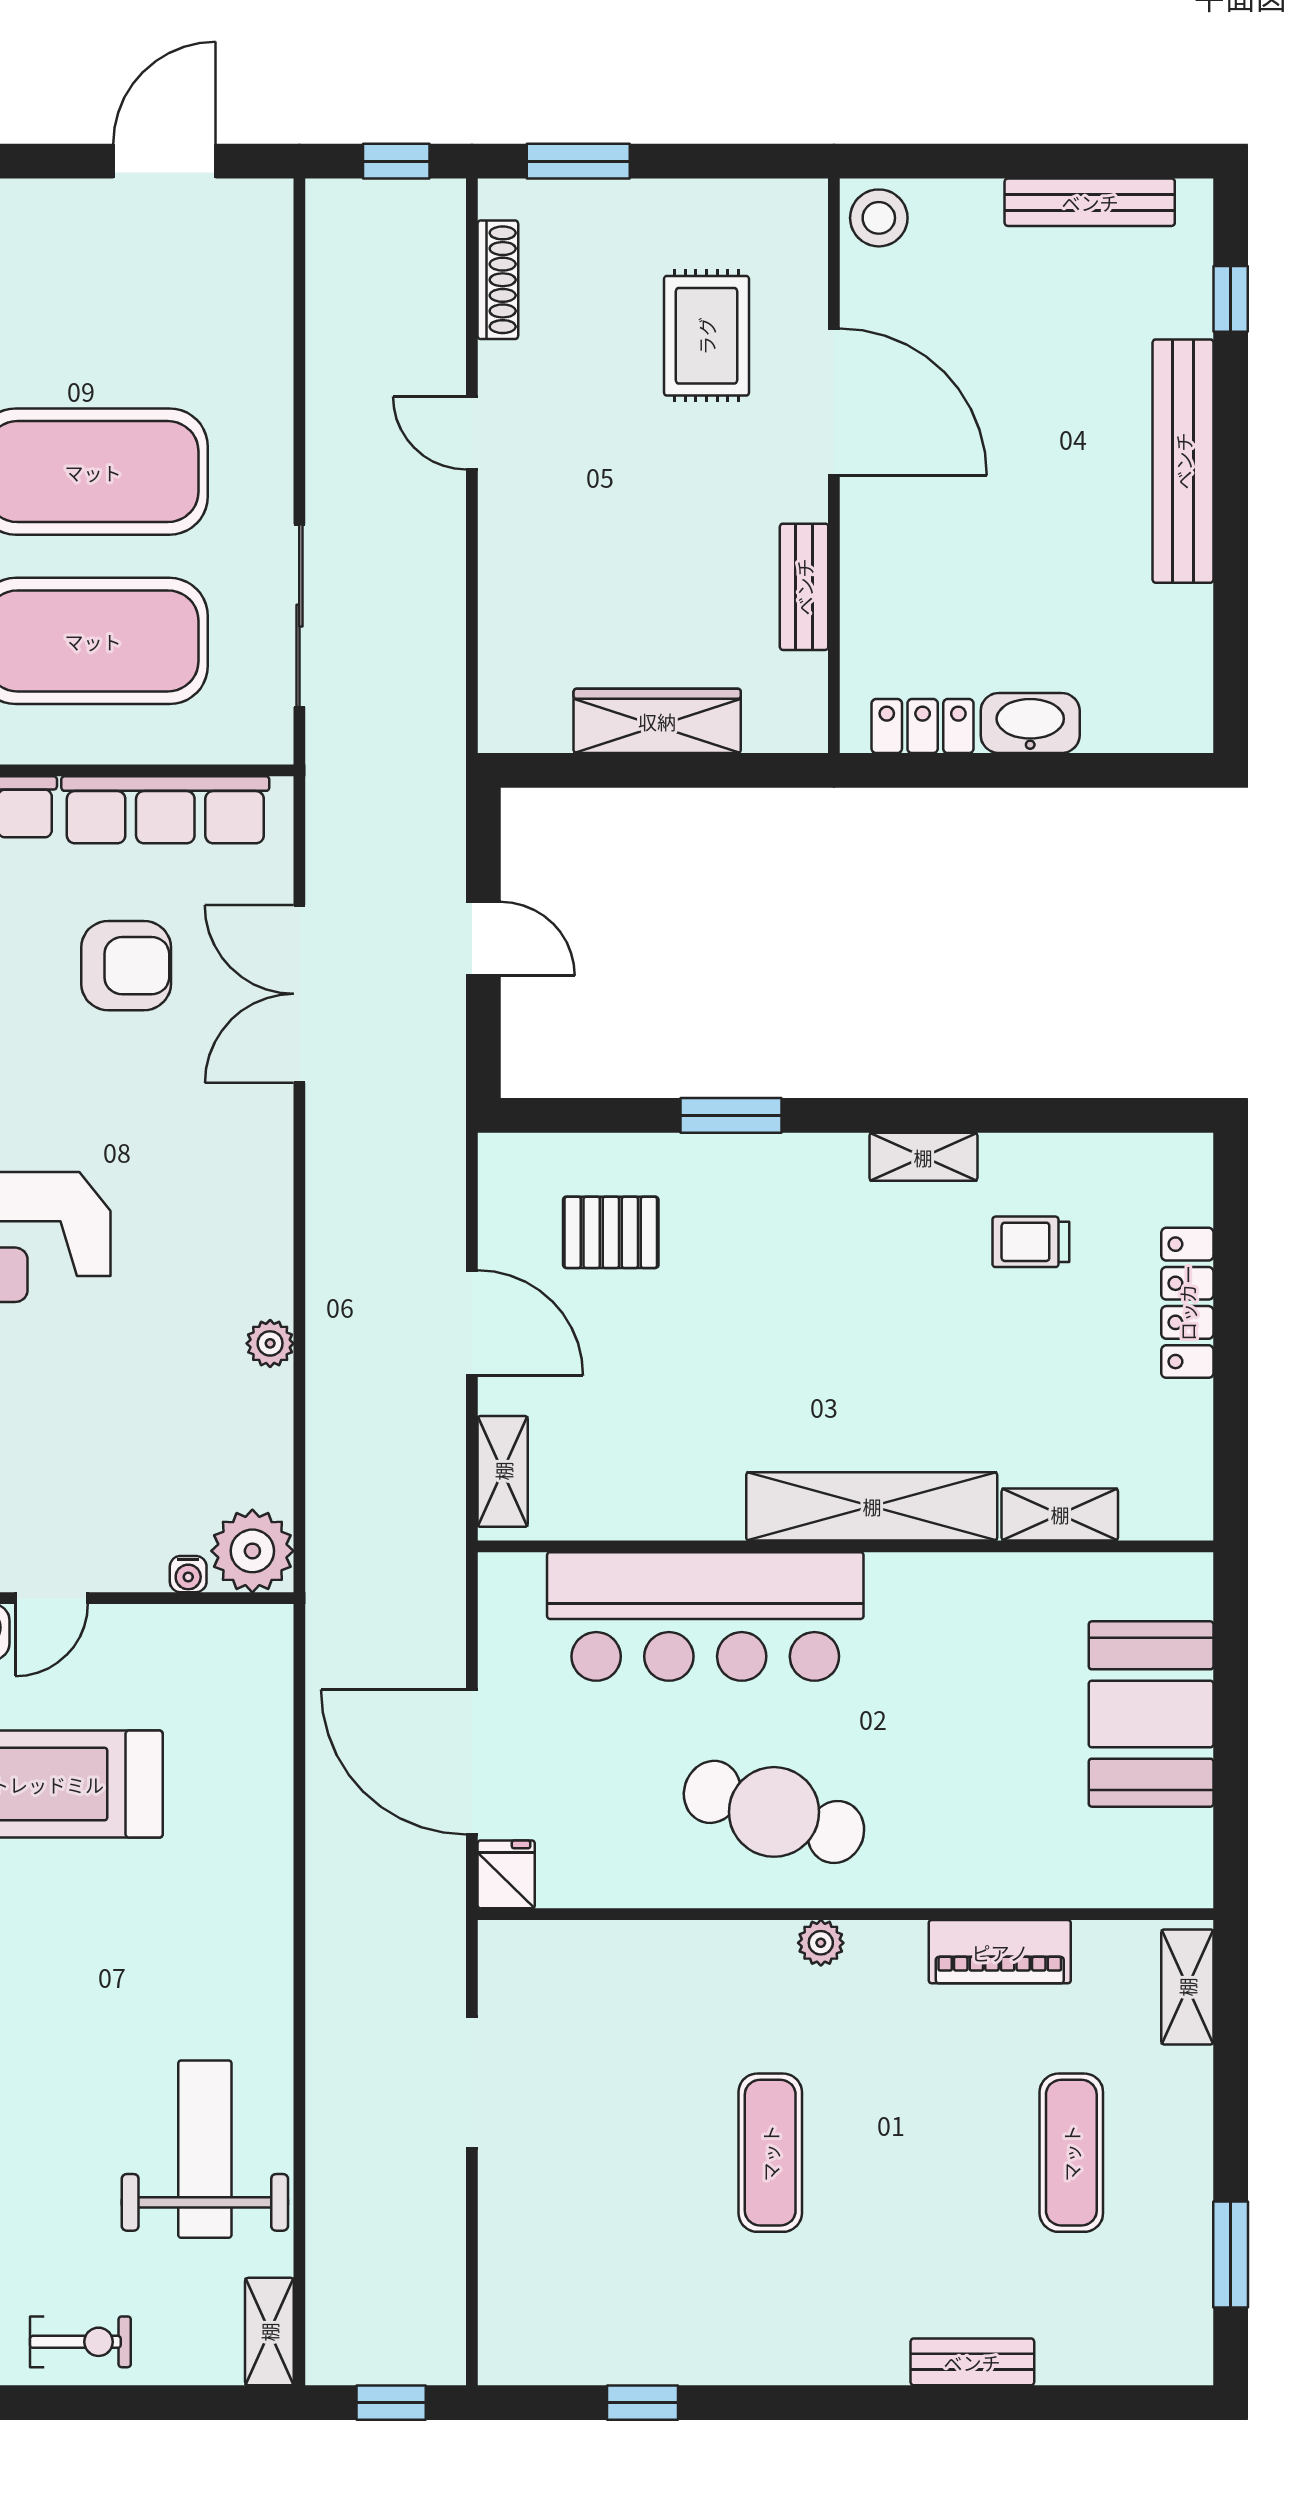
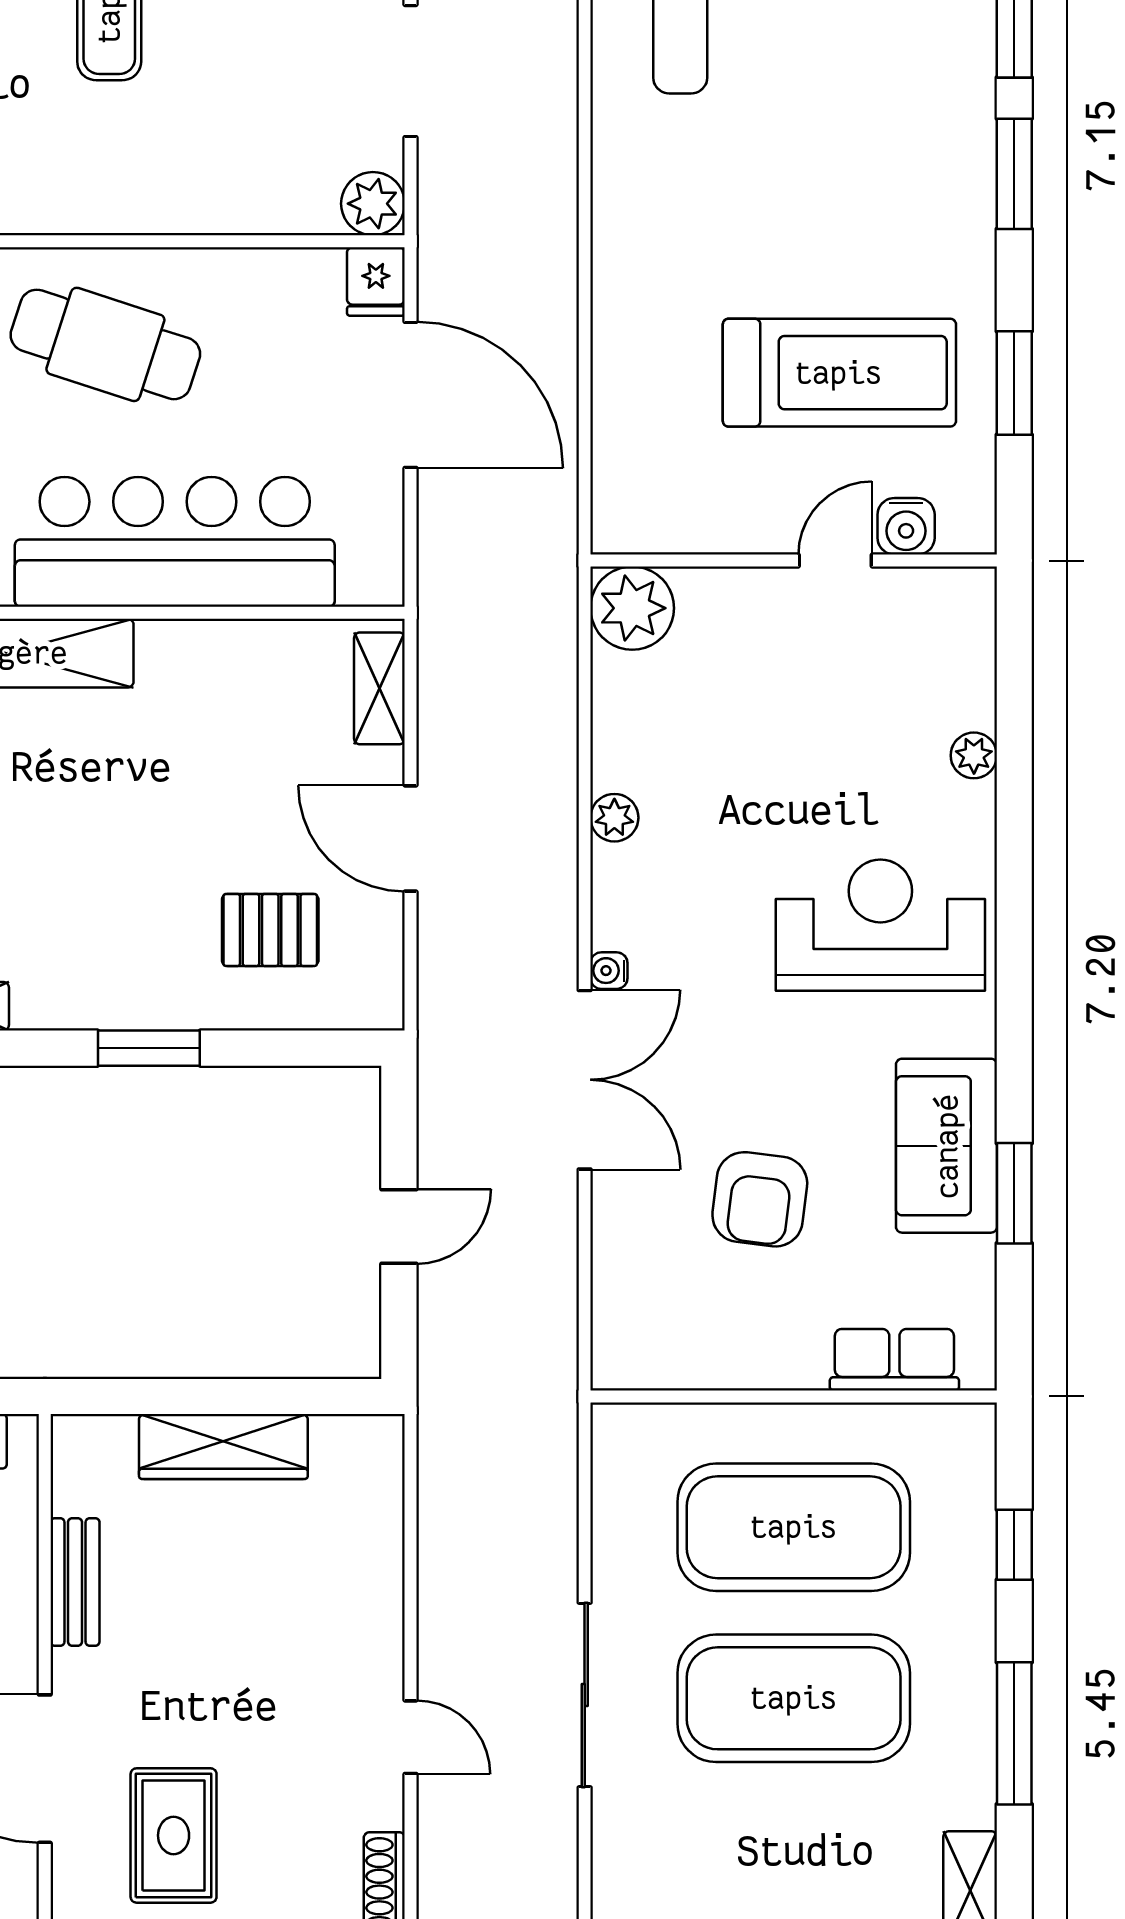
sliding door: (299, 616) -> (585, 1695), moved
row of seats: (165, 810) -> (720, 1357), removed
door: (483, 939) -> (399, 1226), swing flipped
armchair: (126, 966) -> (760, 1199), turned -83
double door: (299, 994) -> (585, 1080), moved
water cooler: (188, 1574) -> (609, 971), moved, turned -90
plant: (821, 1943) -> (373, 204), moved, width x1.38, depth x1.38

